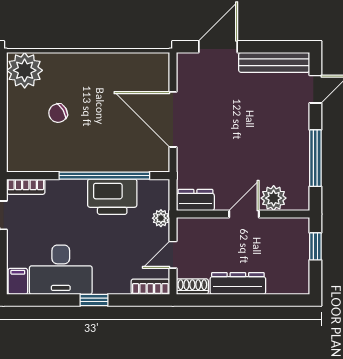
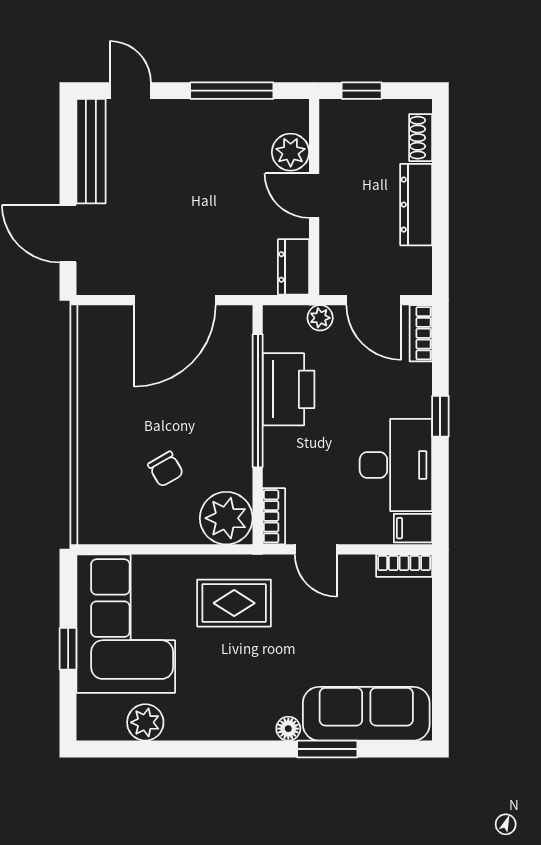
plant: (25, 70) -> (226, 518), moved
door: (173, 255) -> (374, 300), width x1.37
shoe rack: (192, 287) -> (421, 138), moved

